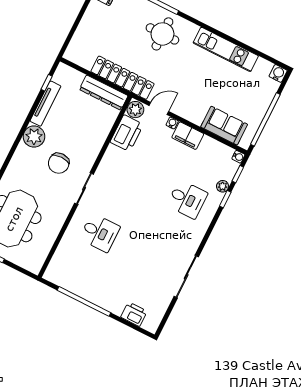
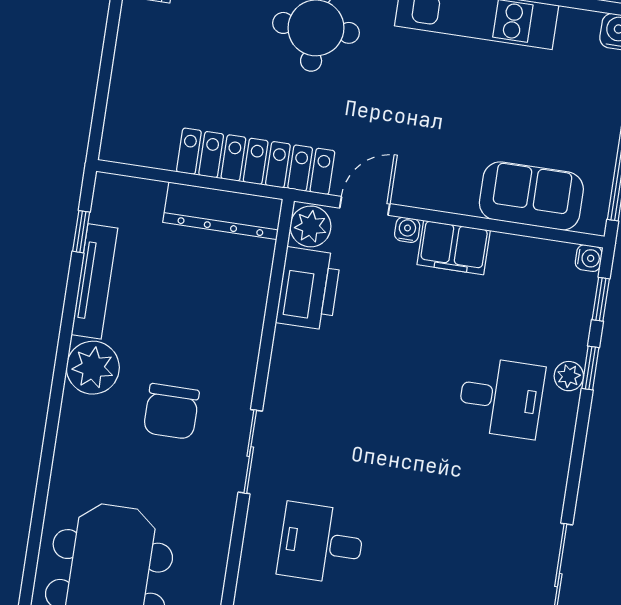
plant: (223, 186) -> (569, 376), moved
desk: (100, 233) -> (321, 543), turned 180

